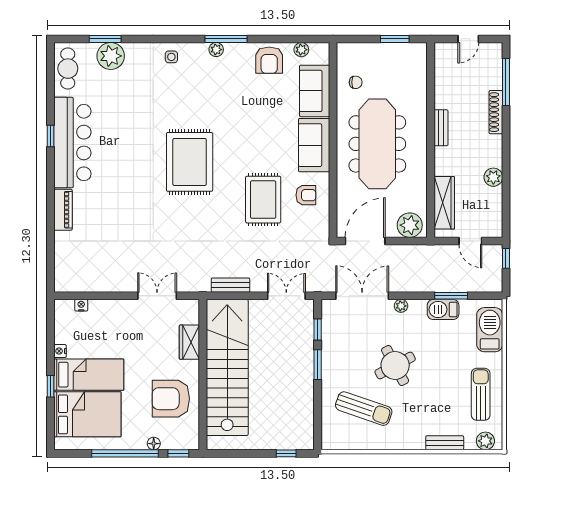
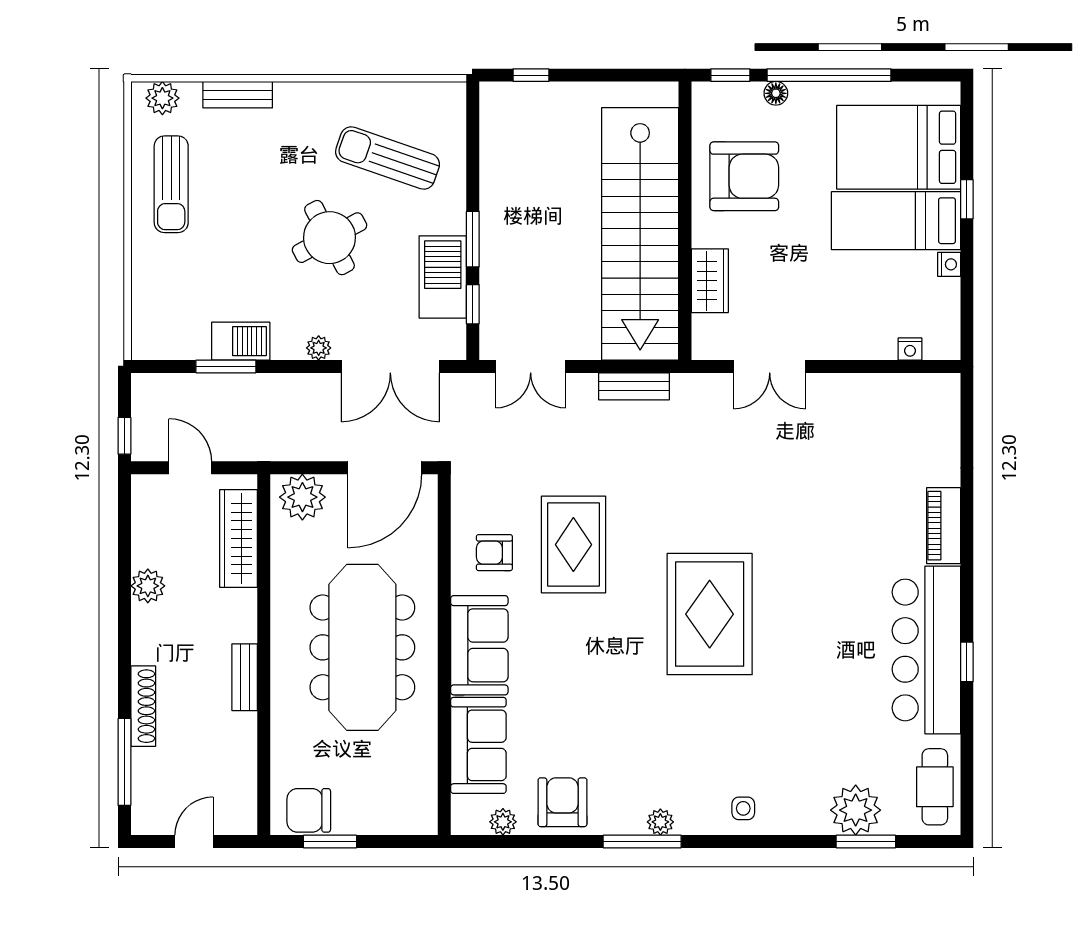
chair: (356, 82) -> (309, 810), moved, width x1.87, depth x1.87
barbecue: (490, 330) -> (443, 277), moved, turned 180

